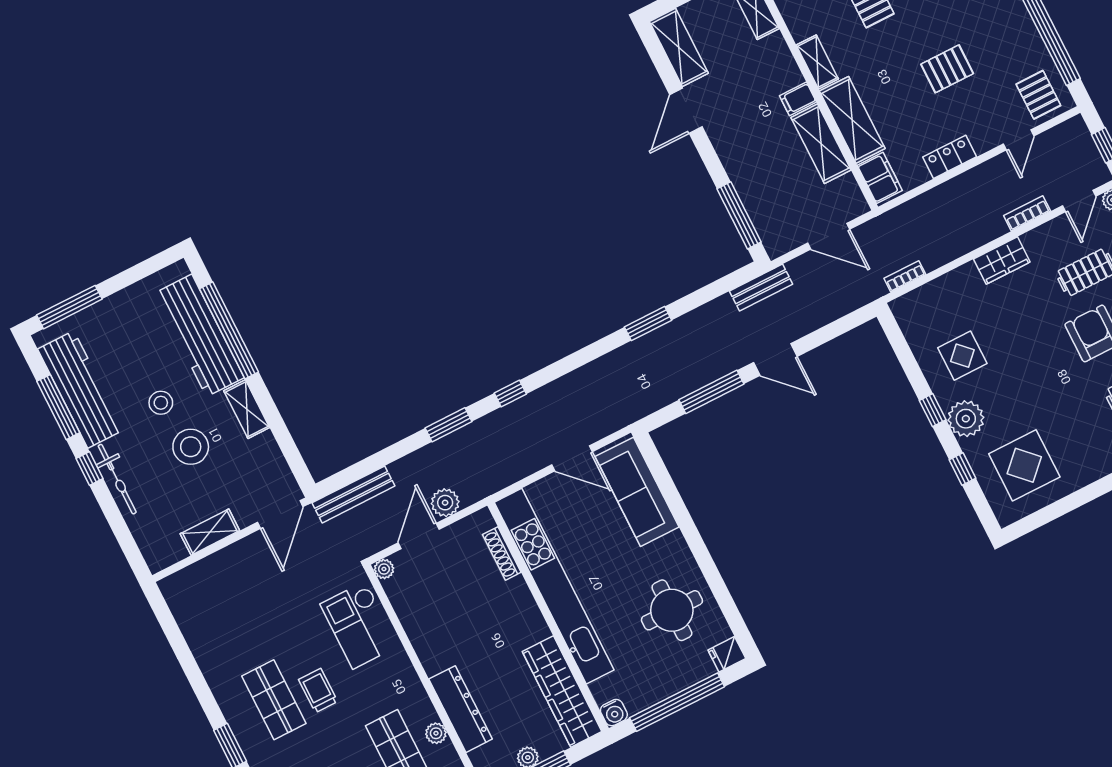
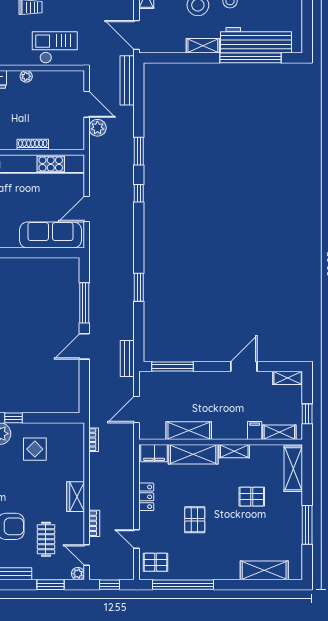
shelving: (679, 47) -> (288, 378), width x0.67, depth x0.75
filing cabinet: (798, 99) -> (255, 431), moved
door: (686, 111) -> (244, 366), hinge flipped
shoe rack: (502, 553) -> (33, 145), moved
plant: (384, 569) -> (26, 76), moved

